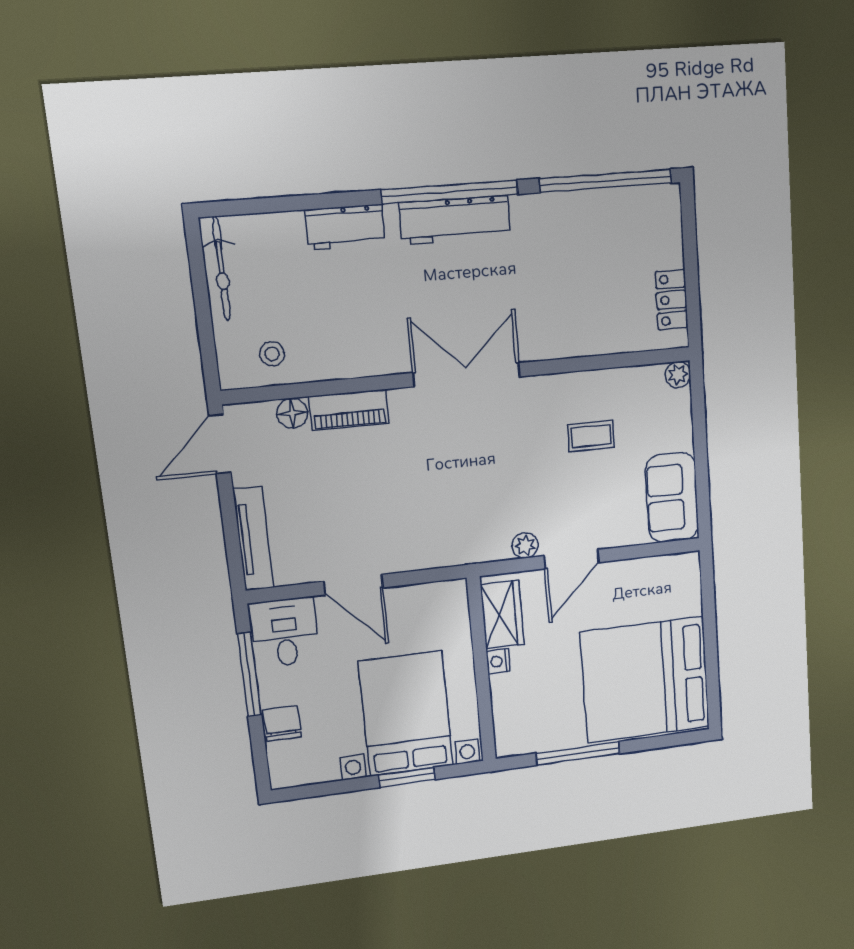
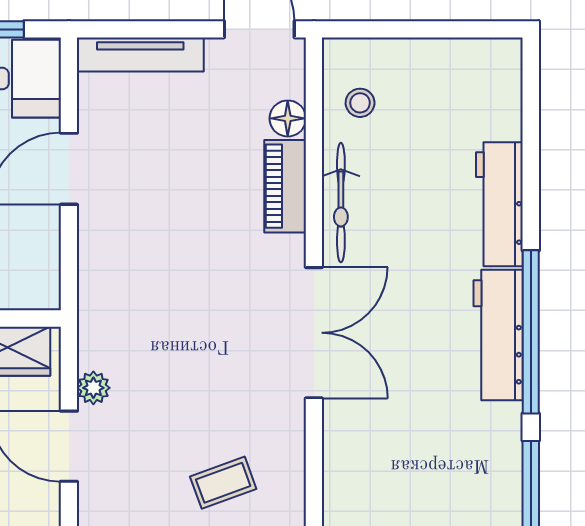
workbench: (345, 227) -> (499, 204), width x1.38
bicycle: (221, 269) -> (341, 203), moved, turned -90
coffee table: (591, 436) -> (223, 483), turned 70

